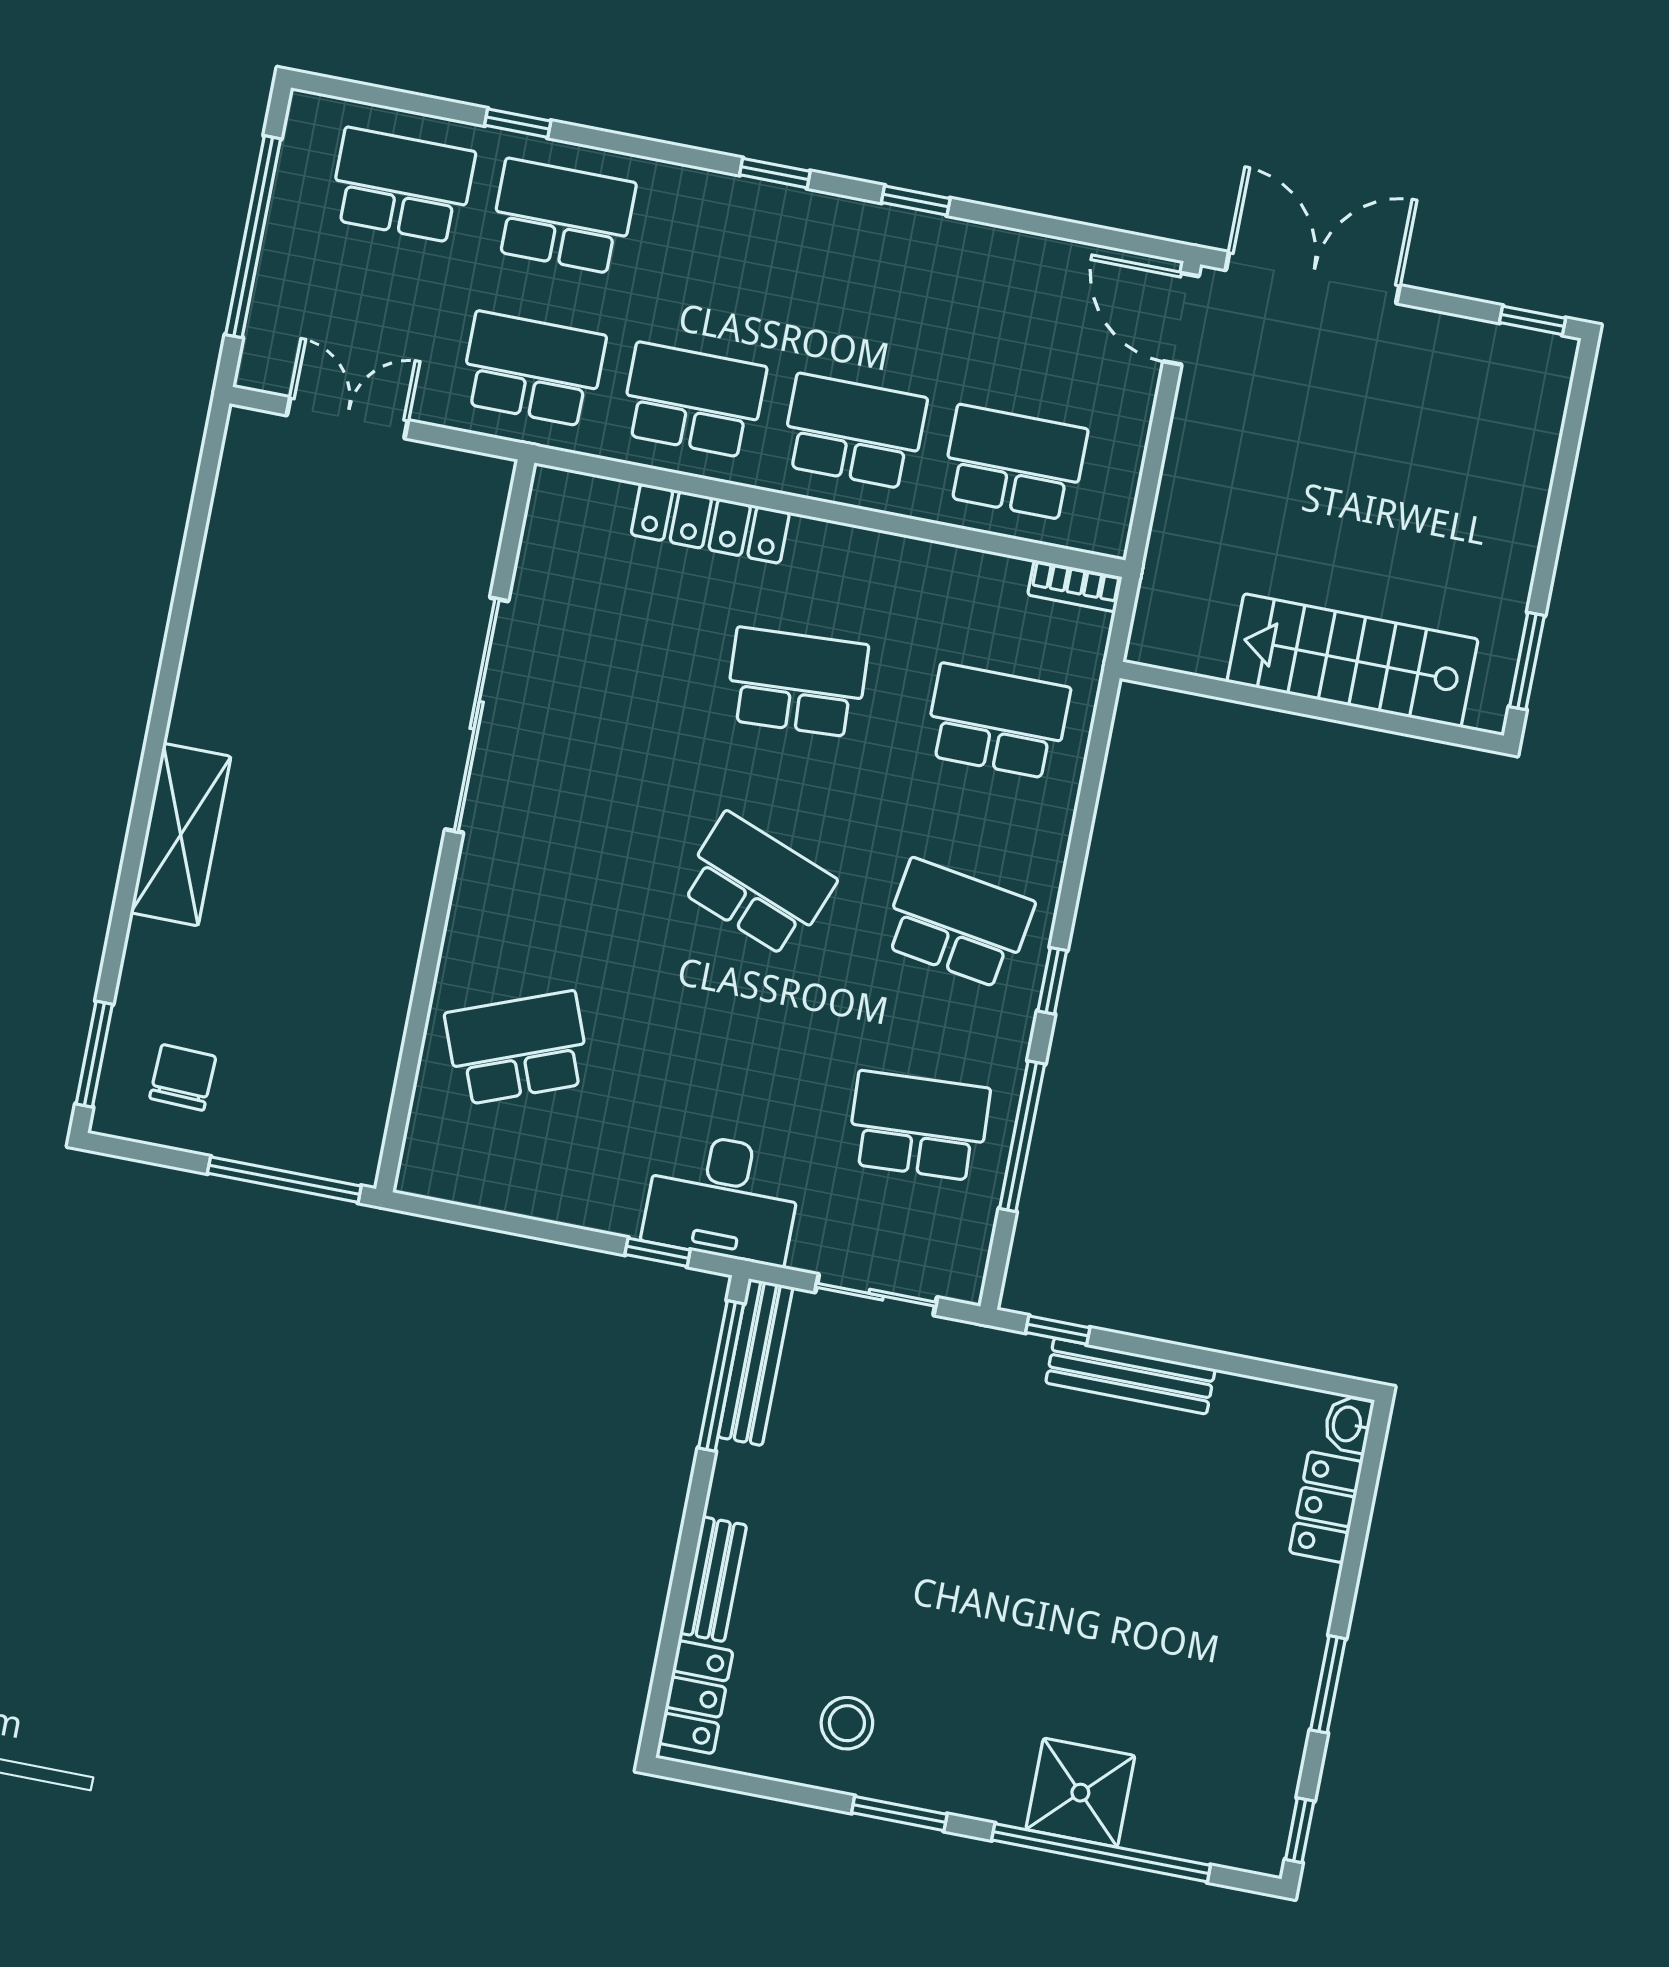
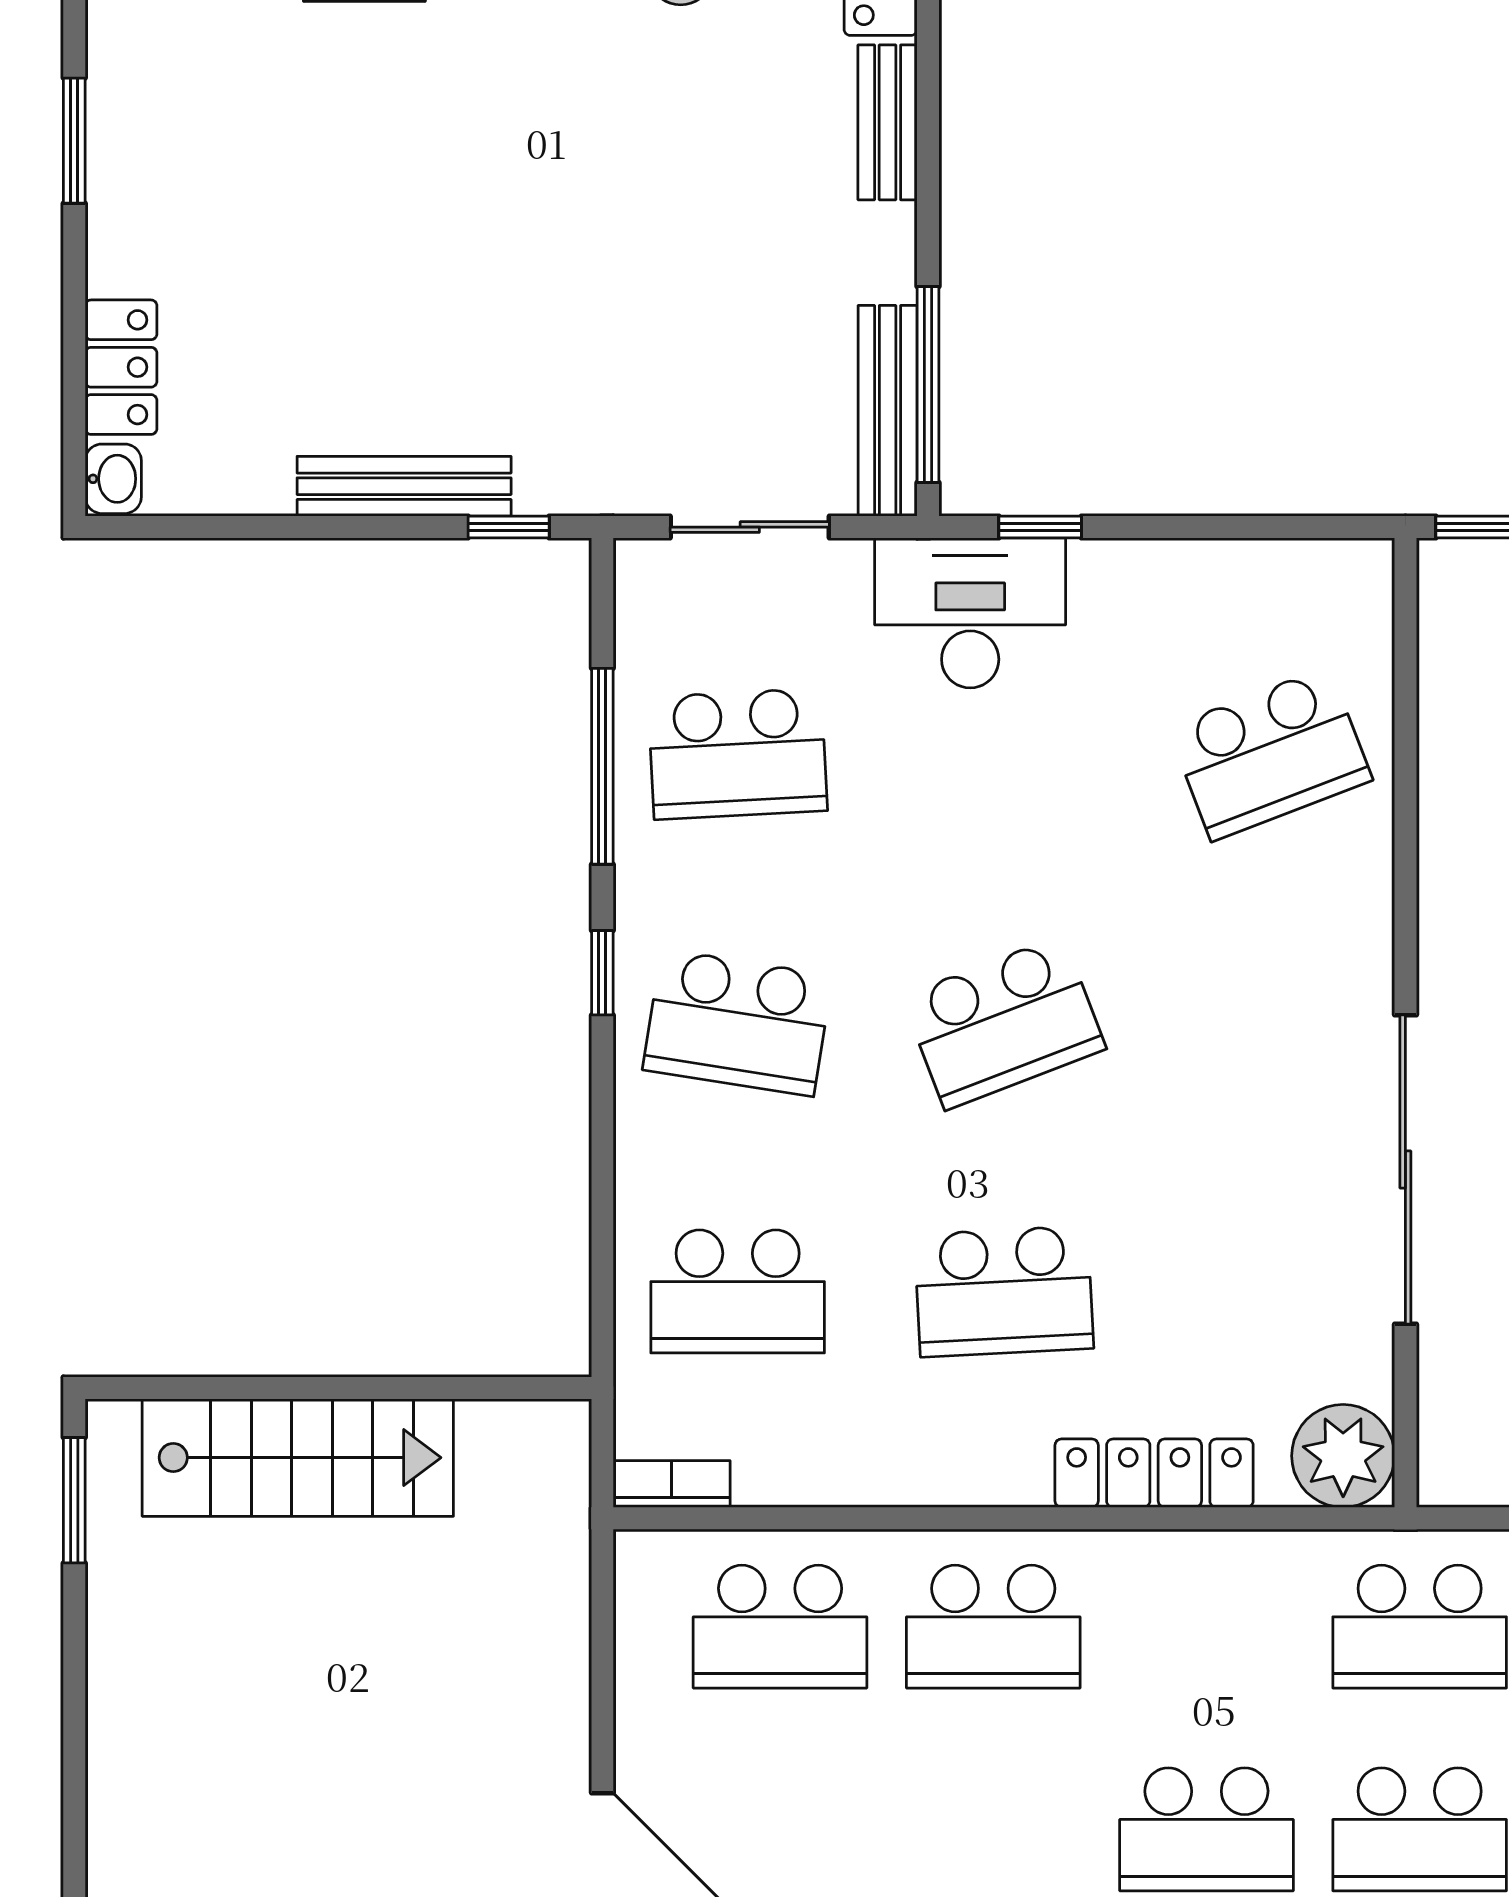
school desk: (693, 400) -> (1206, 1829), moved
plant: (565, 509) -> (1343, 1456), added
school desk: (757, 885) -> (1004, 1023), turned -42

